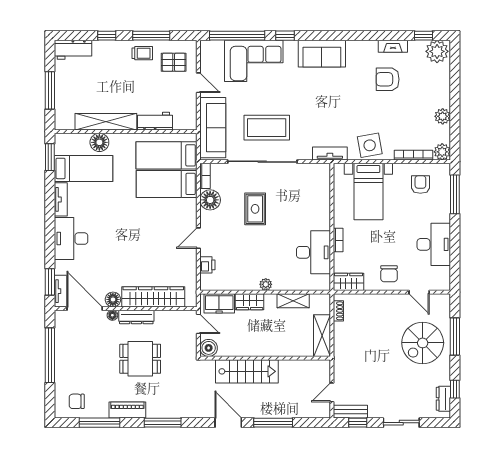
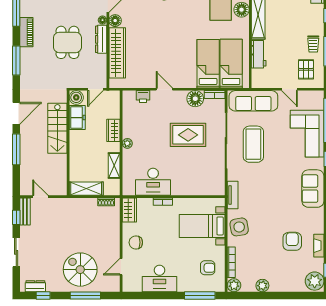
door: (198, 83) -> (289, 89), hinge flipped
rug: (255, 209) -> (188, 135), width x1.36, depth x1.43
freezer: (219, 303) -> (77, 118), moved, turned 180

